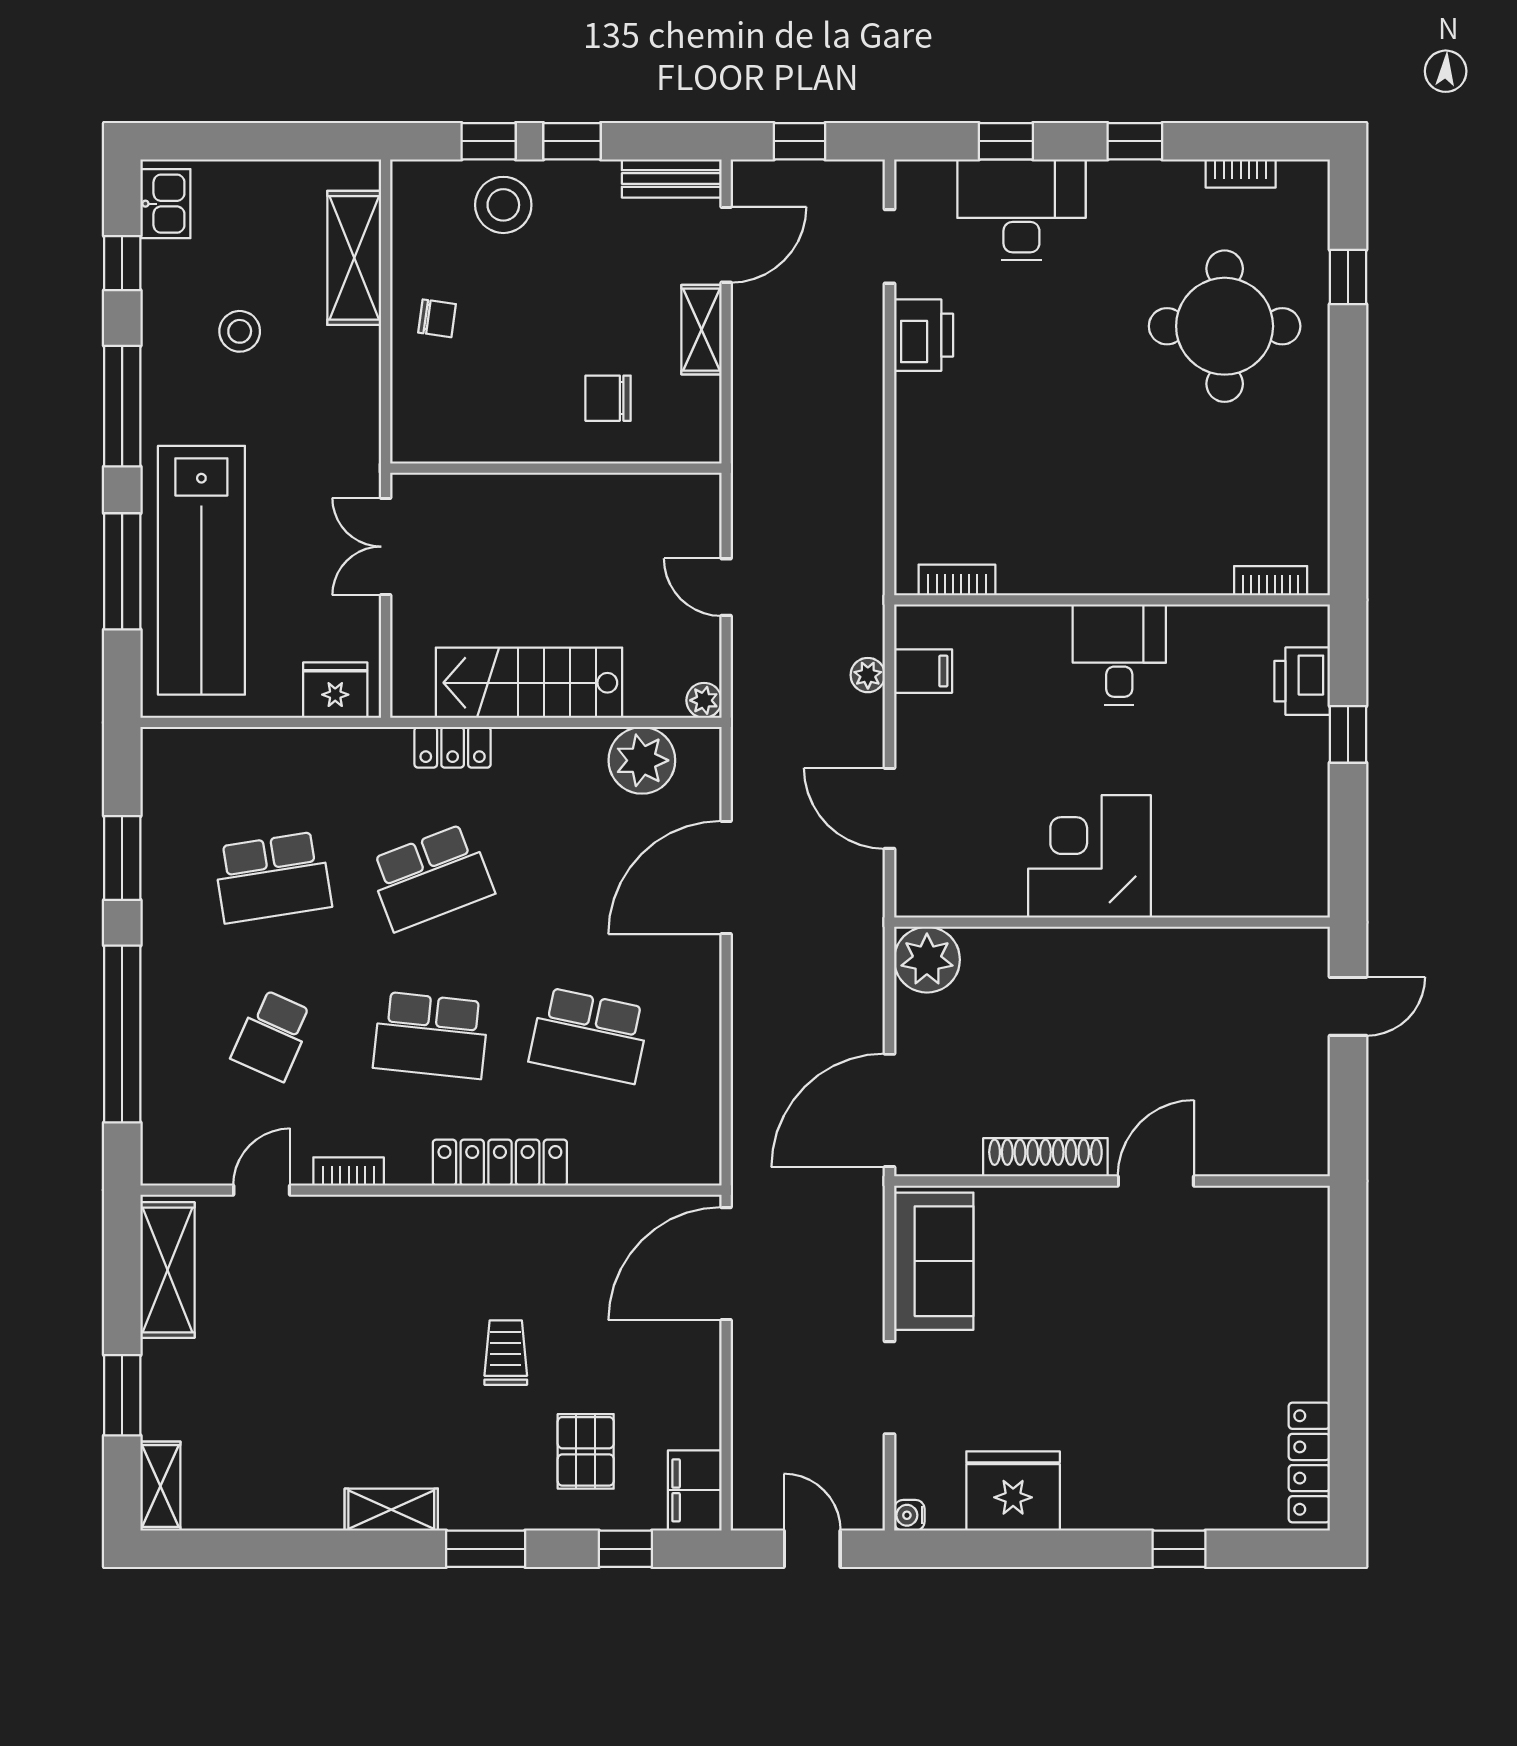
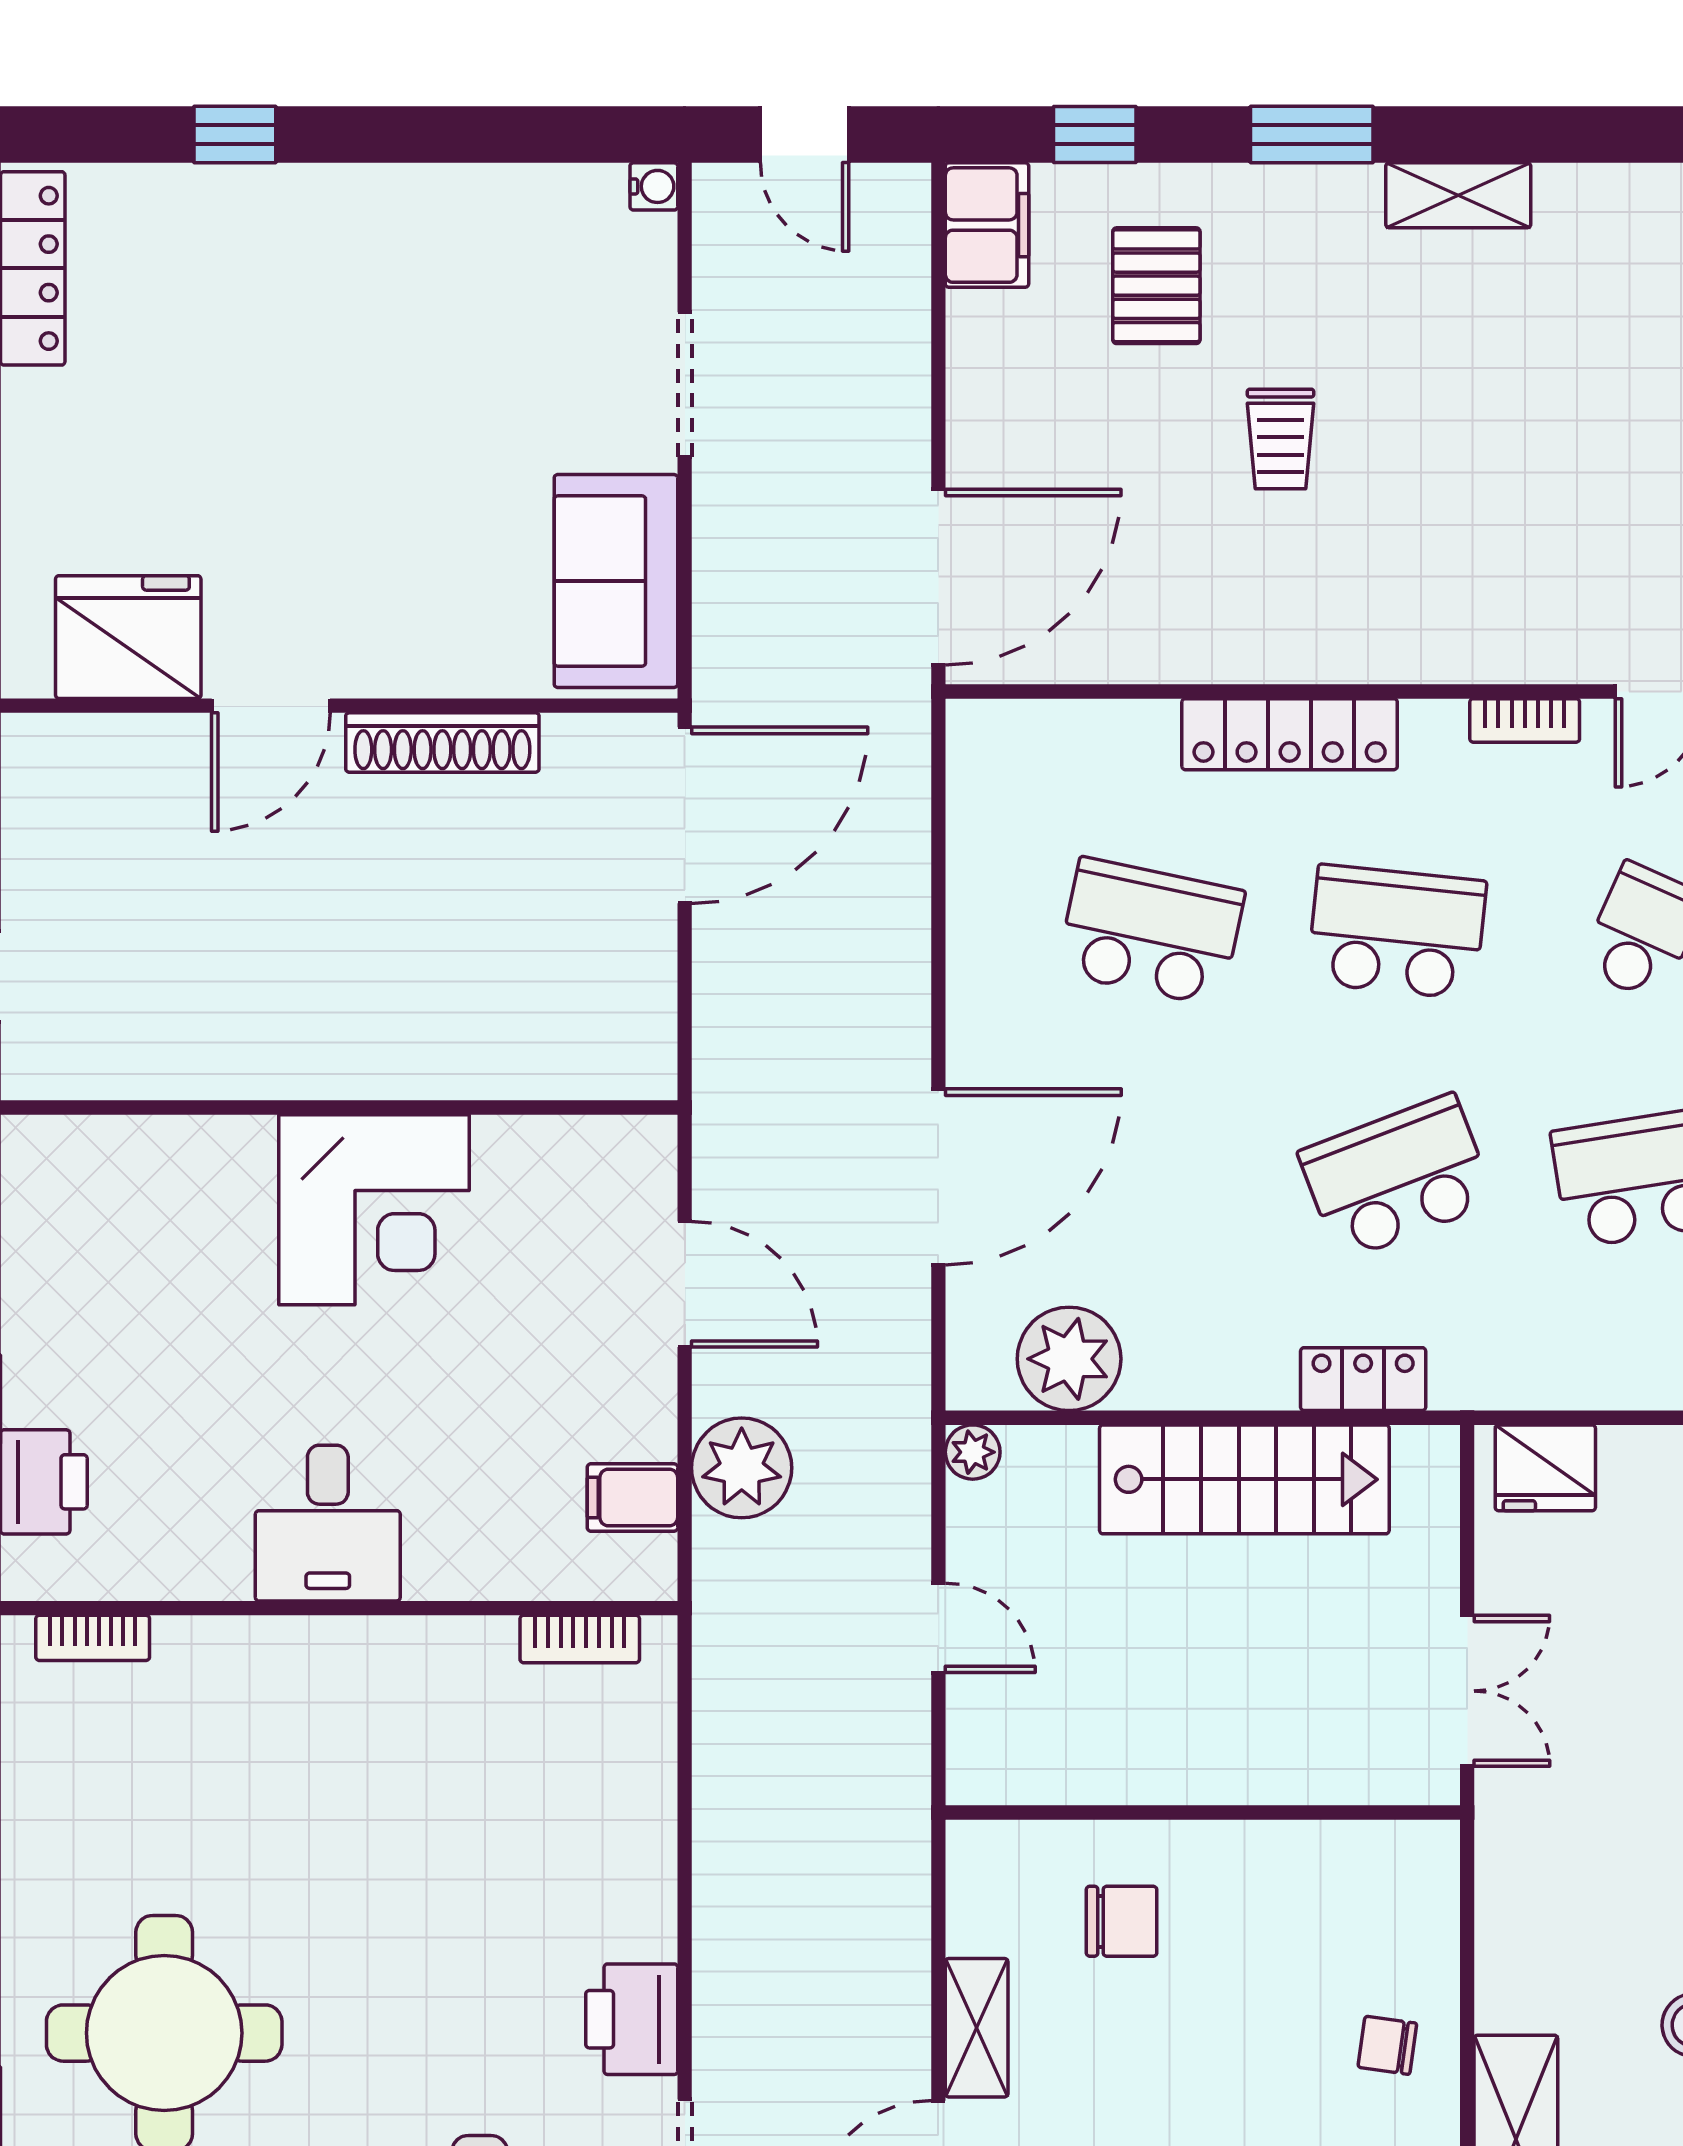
plant: (868, 675) -> (742, 1468), width x1.88, depth x1.88
plant: (927, 960) -> (626, 1049), removed
fridge: (1013, 1491) -> (128, 637), moved, turned 180

